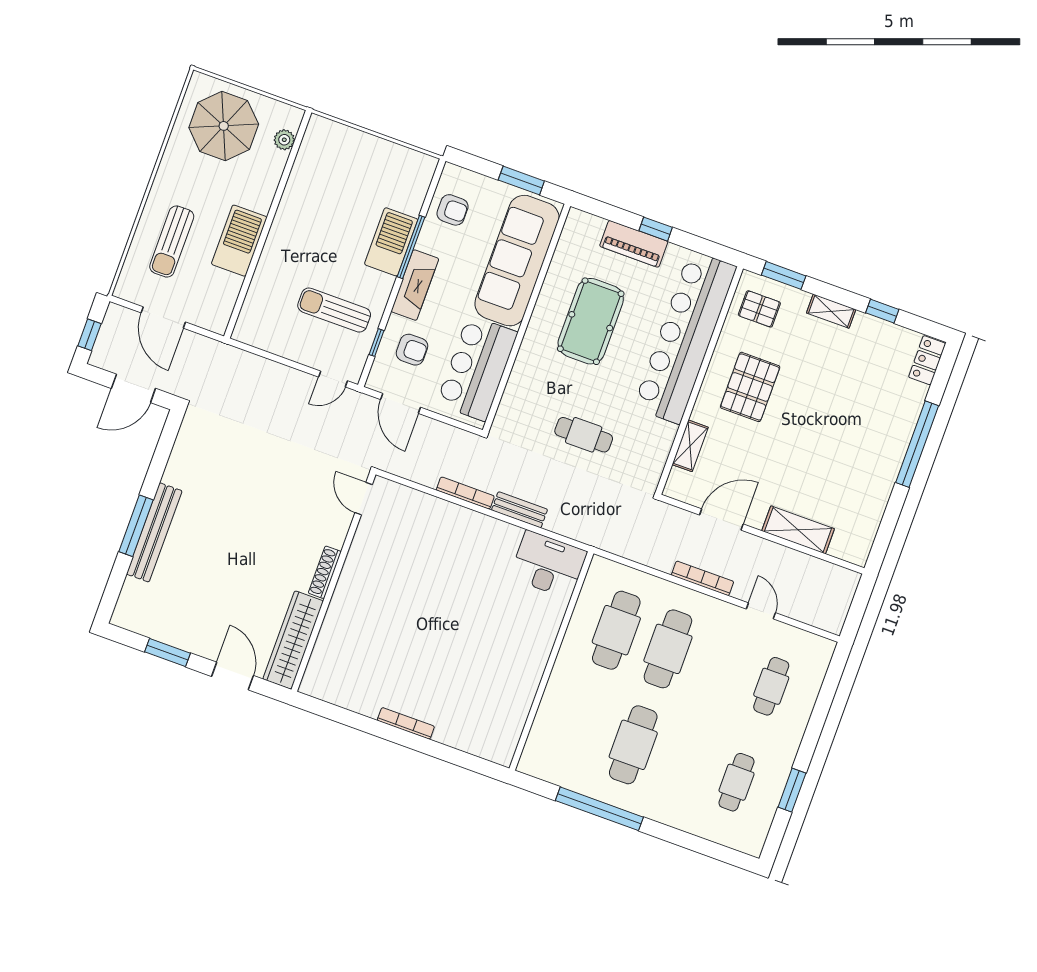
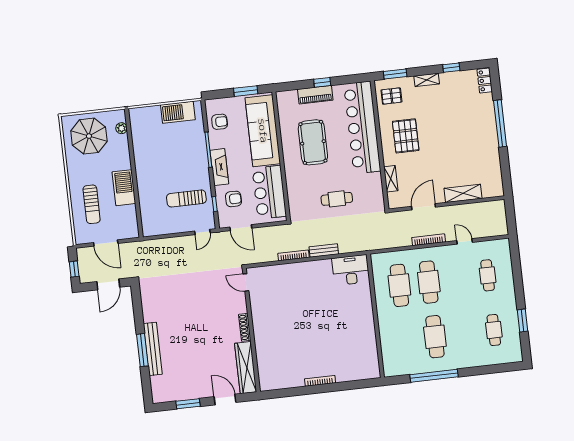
barbecue: (391, 242) -> (178, 112), moved, turned -90

